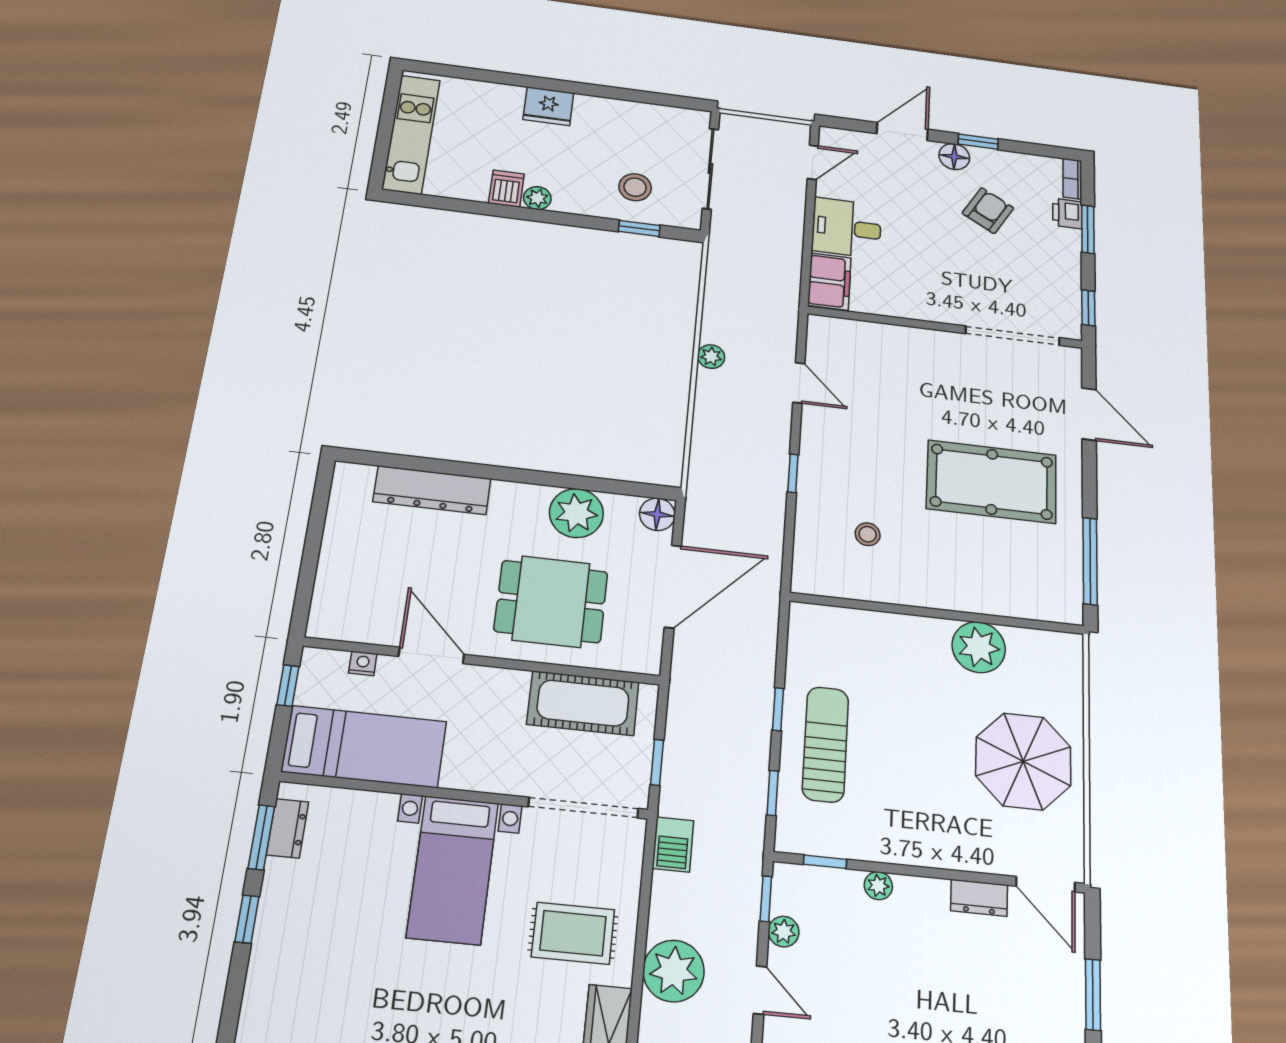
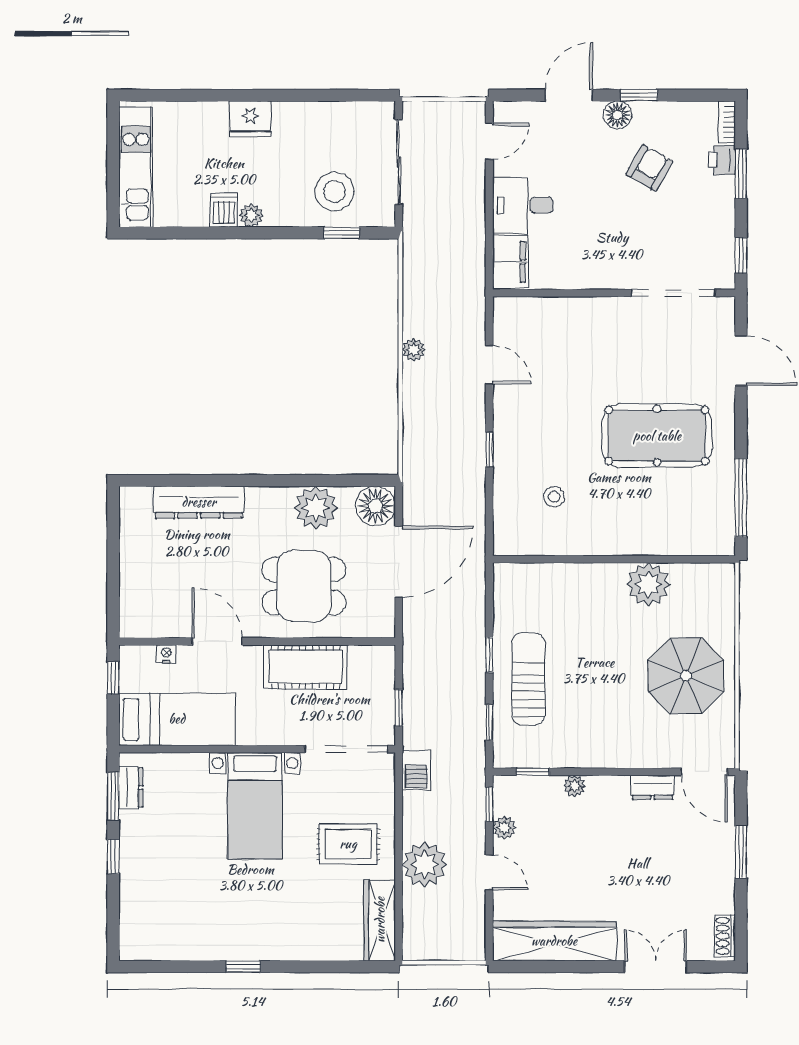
stool: (635, 187) -> (334, 191), width x1.38, depth x1.38
floor lamp: (657, 514) -> (375, 506), width x1.38, depth x1.38
cot: (583, 703) -> (306, 667), moved

